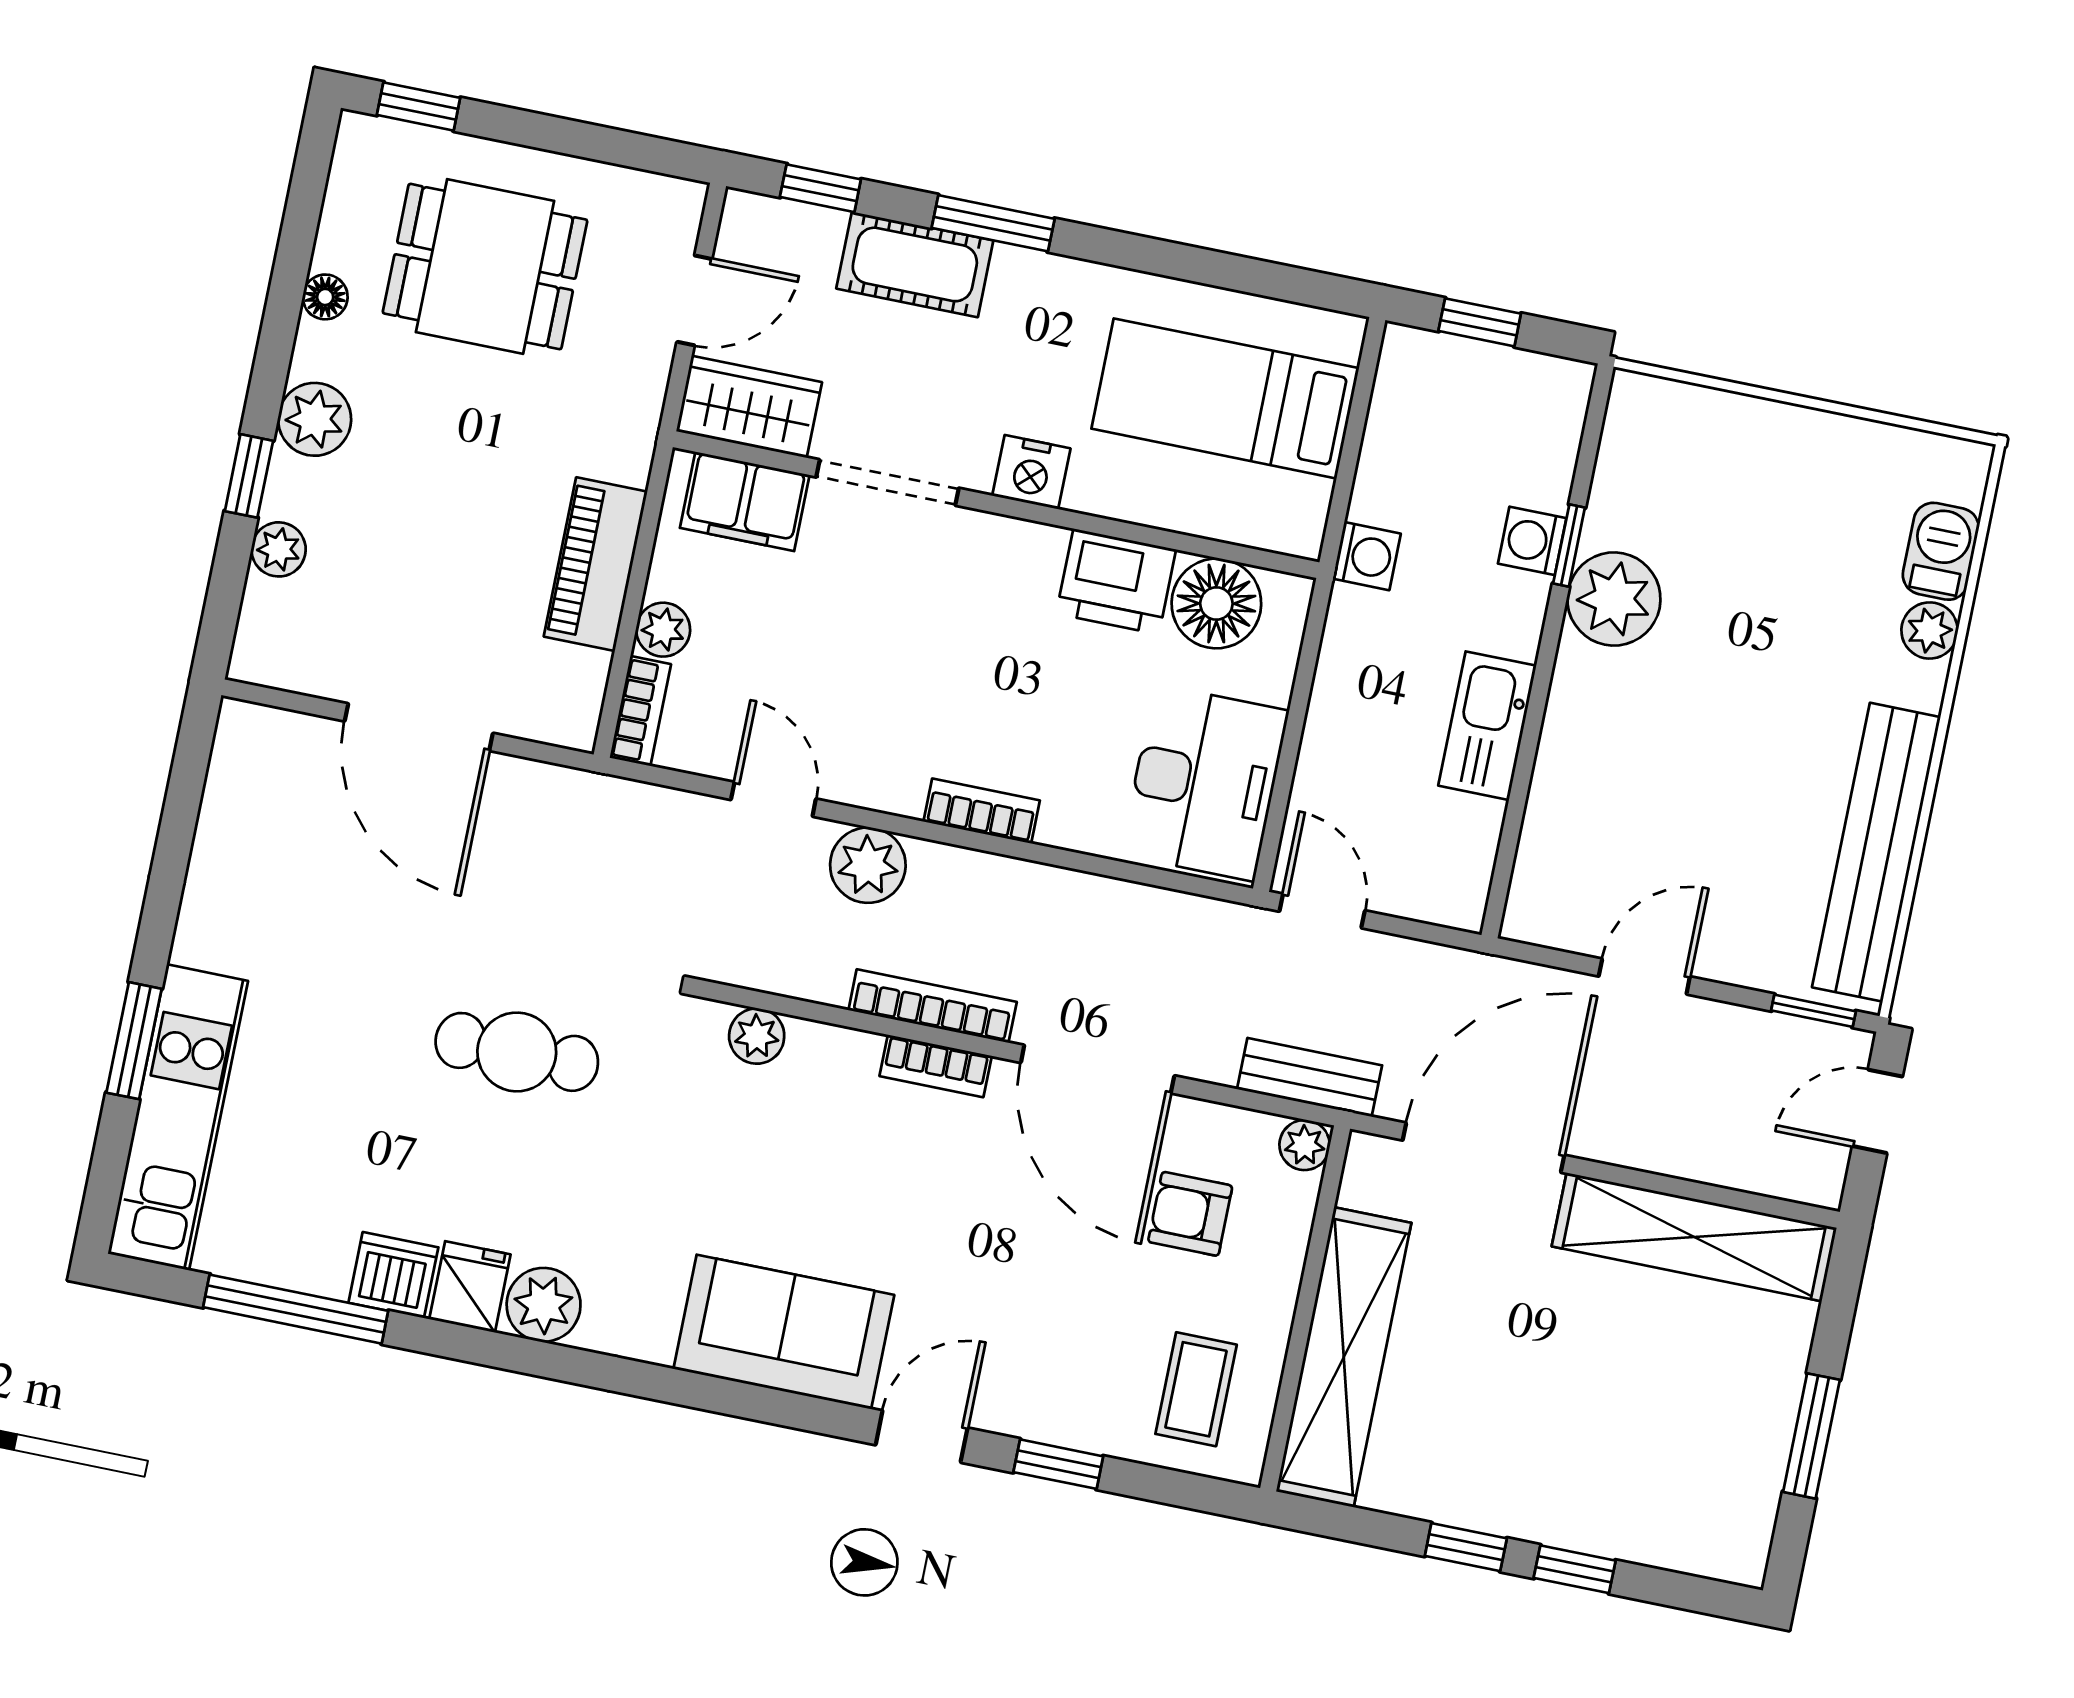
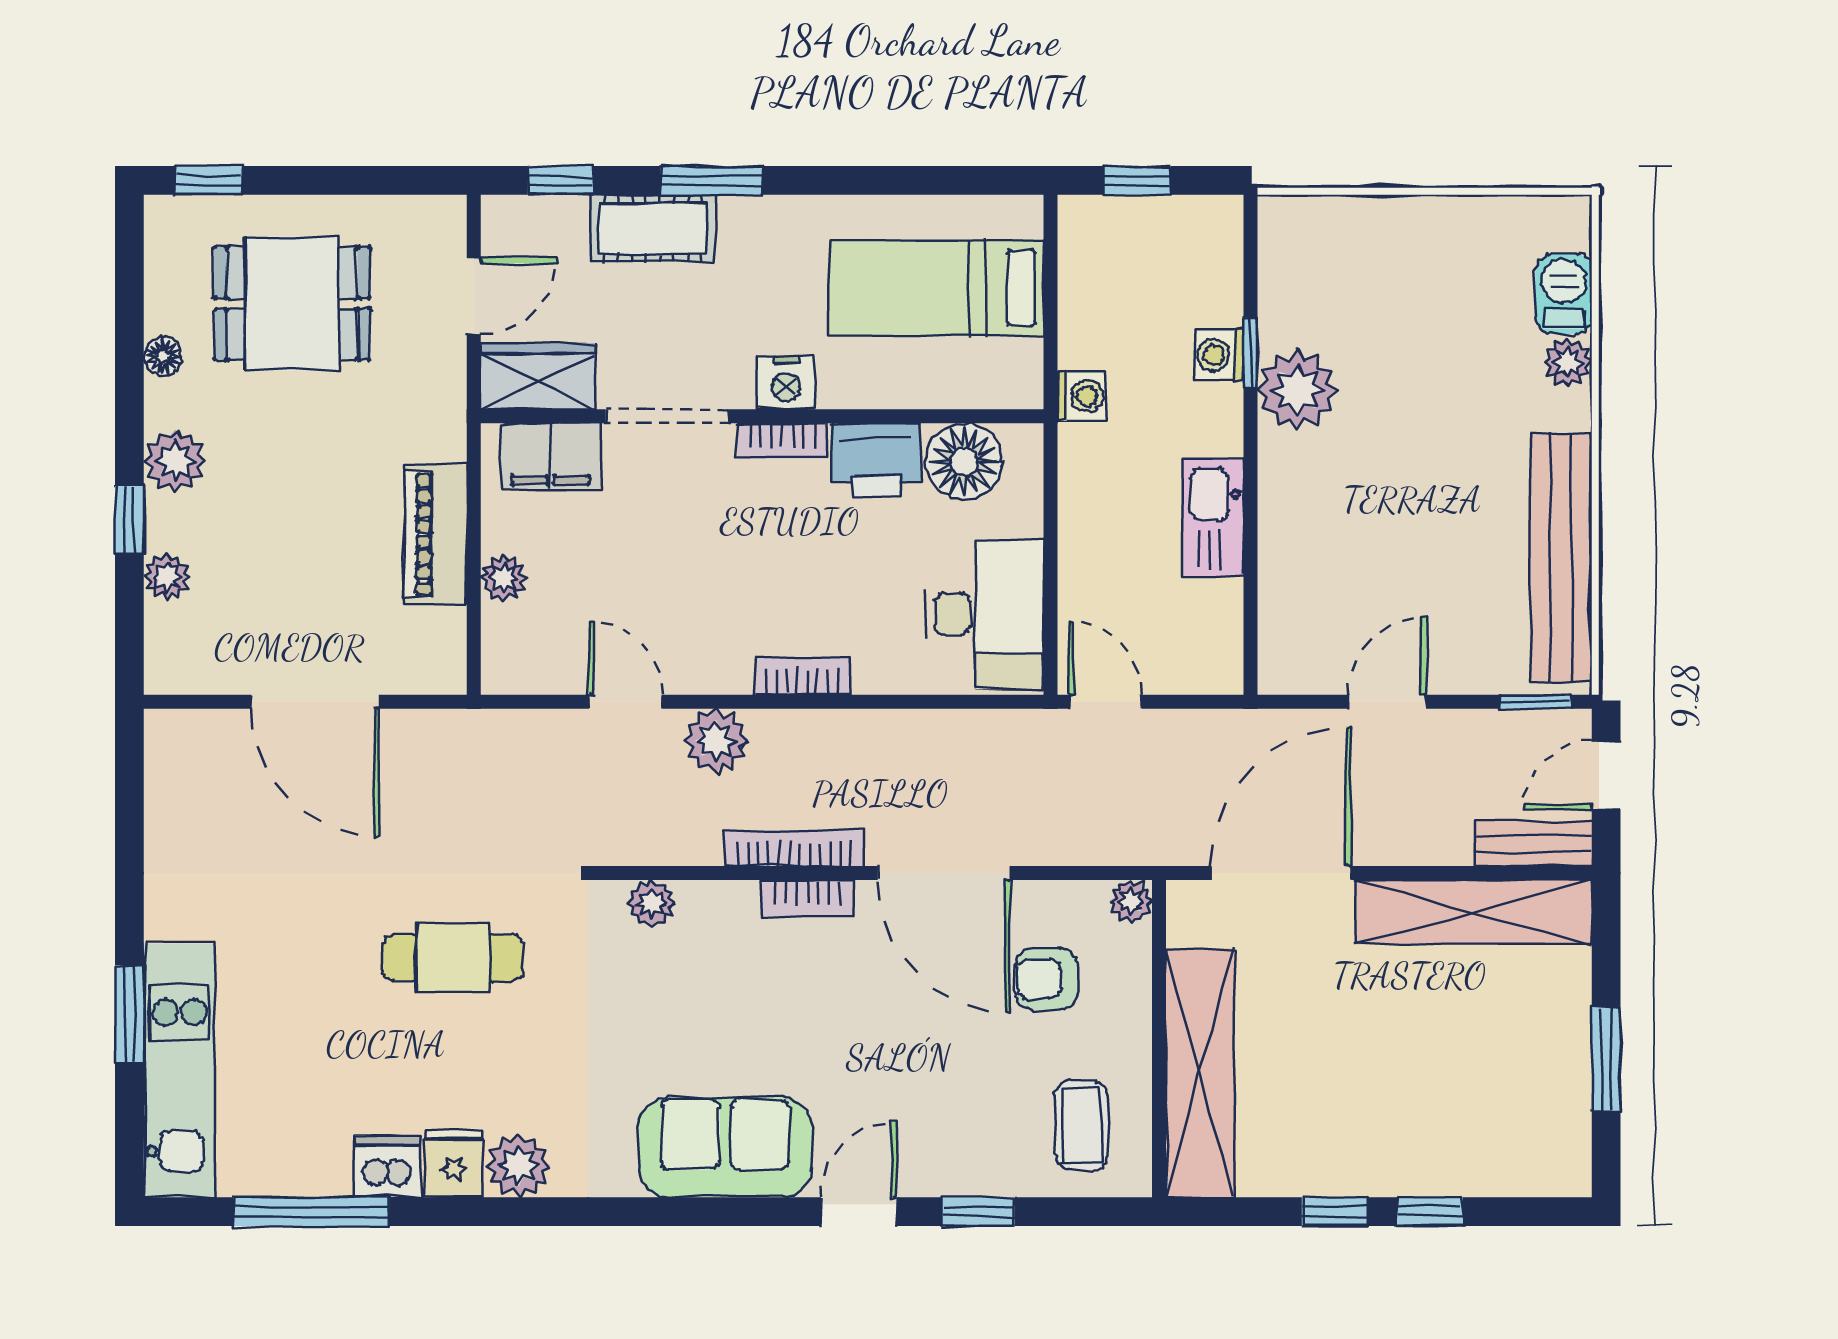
bookcase: (640, 711) -> (782, 441), moved, turned 90
bench: (1310, 1077) -> (1533, 844), moved

